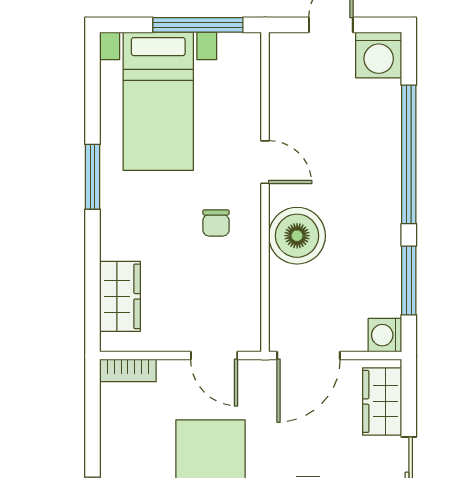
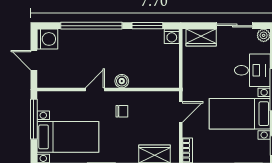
boiler: (297, 236) -> (122, 81), width x0.54, depth x0.54
door: (309, 355) -> (181, 70), removed

